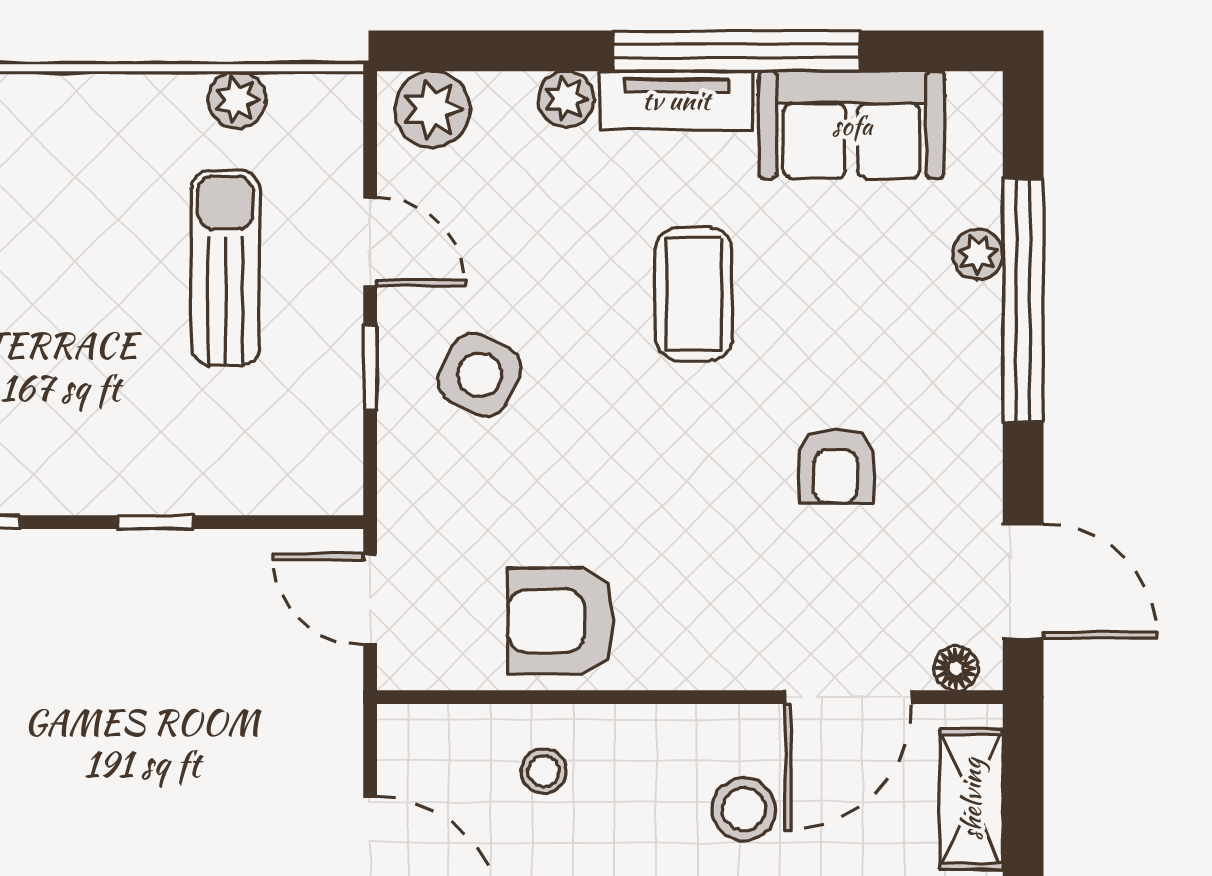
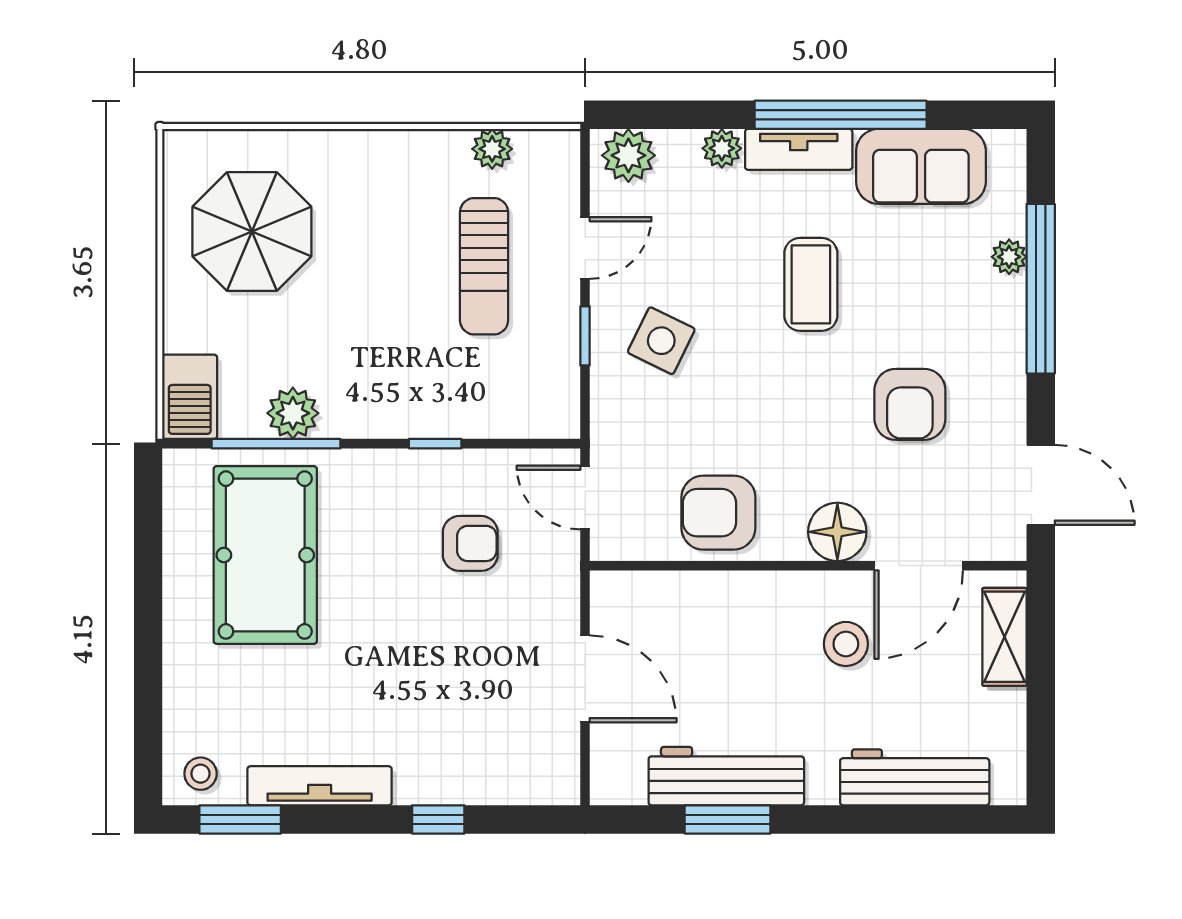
door: (370, 242) -> (585, 248), hinge flipped
sun lounger: (225, 268) -> (484, 266), turned 180
armchair: (836, 466) -> (910, 404), width x1.38, depth x1.38
armchair: (206, 665) -> (470, 543), added
floor lamp: (956, 668) -> (837, 532), moved, width x1.89, depth x1.89
stool: (544, 771) -> (706, 617), removed

